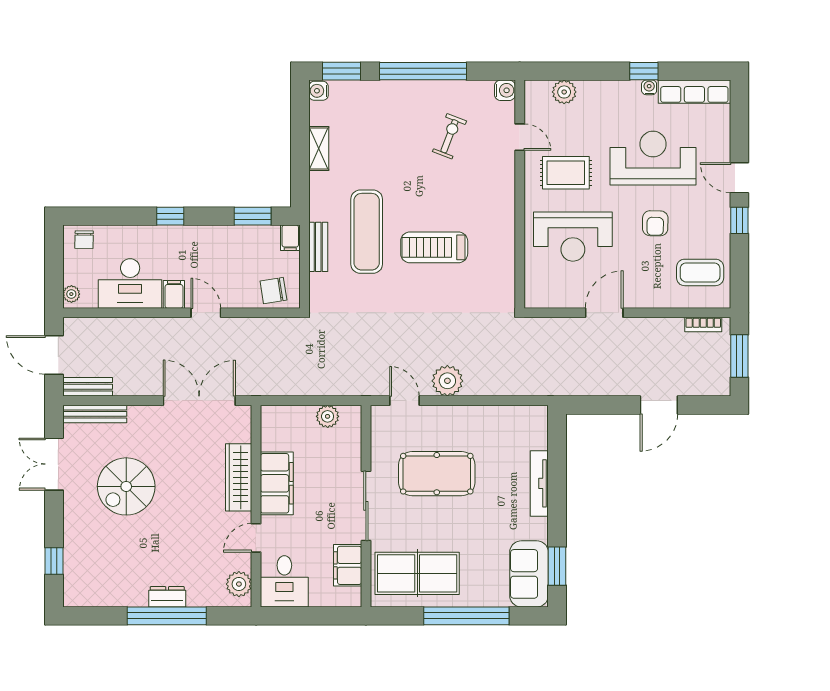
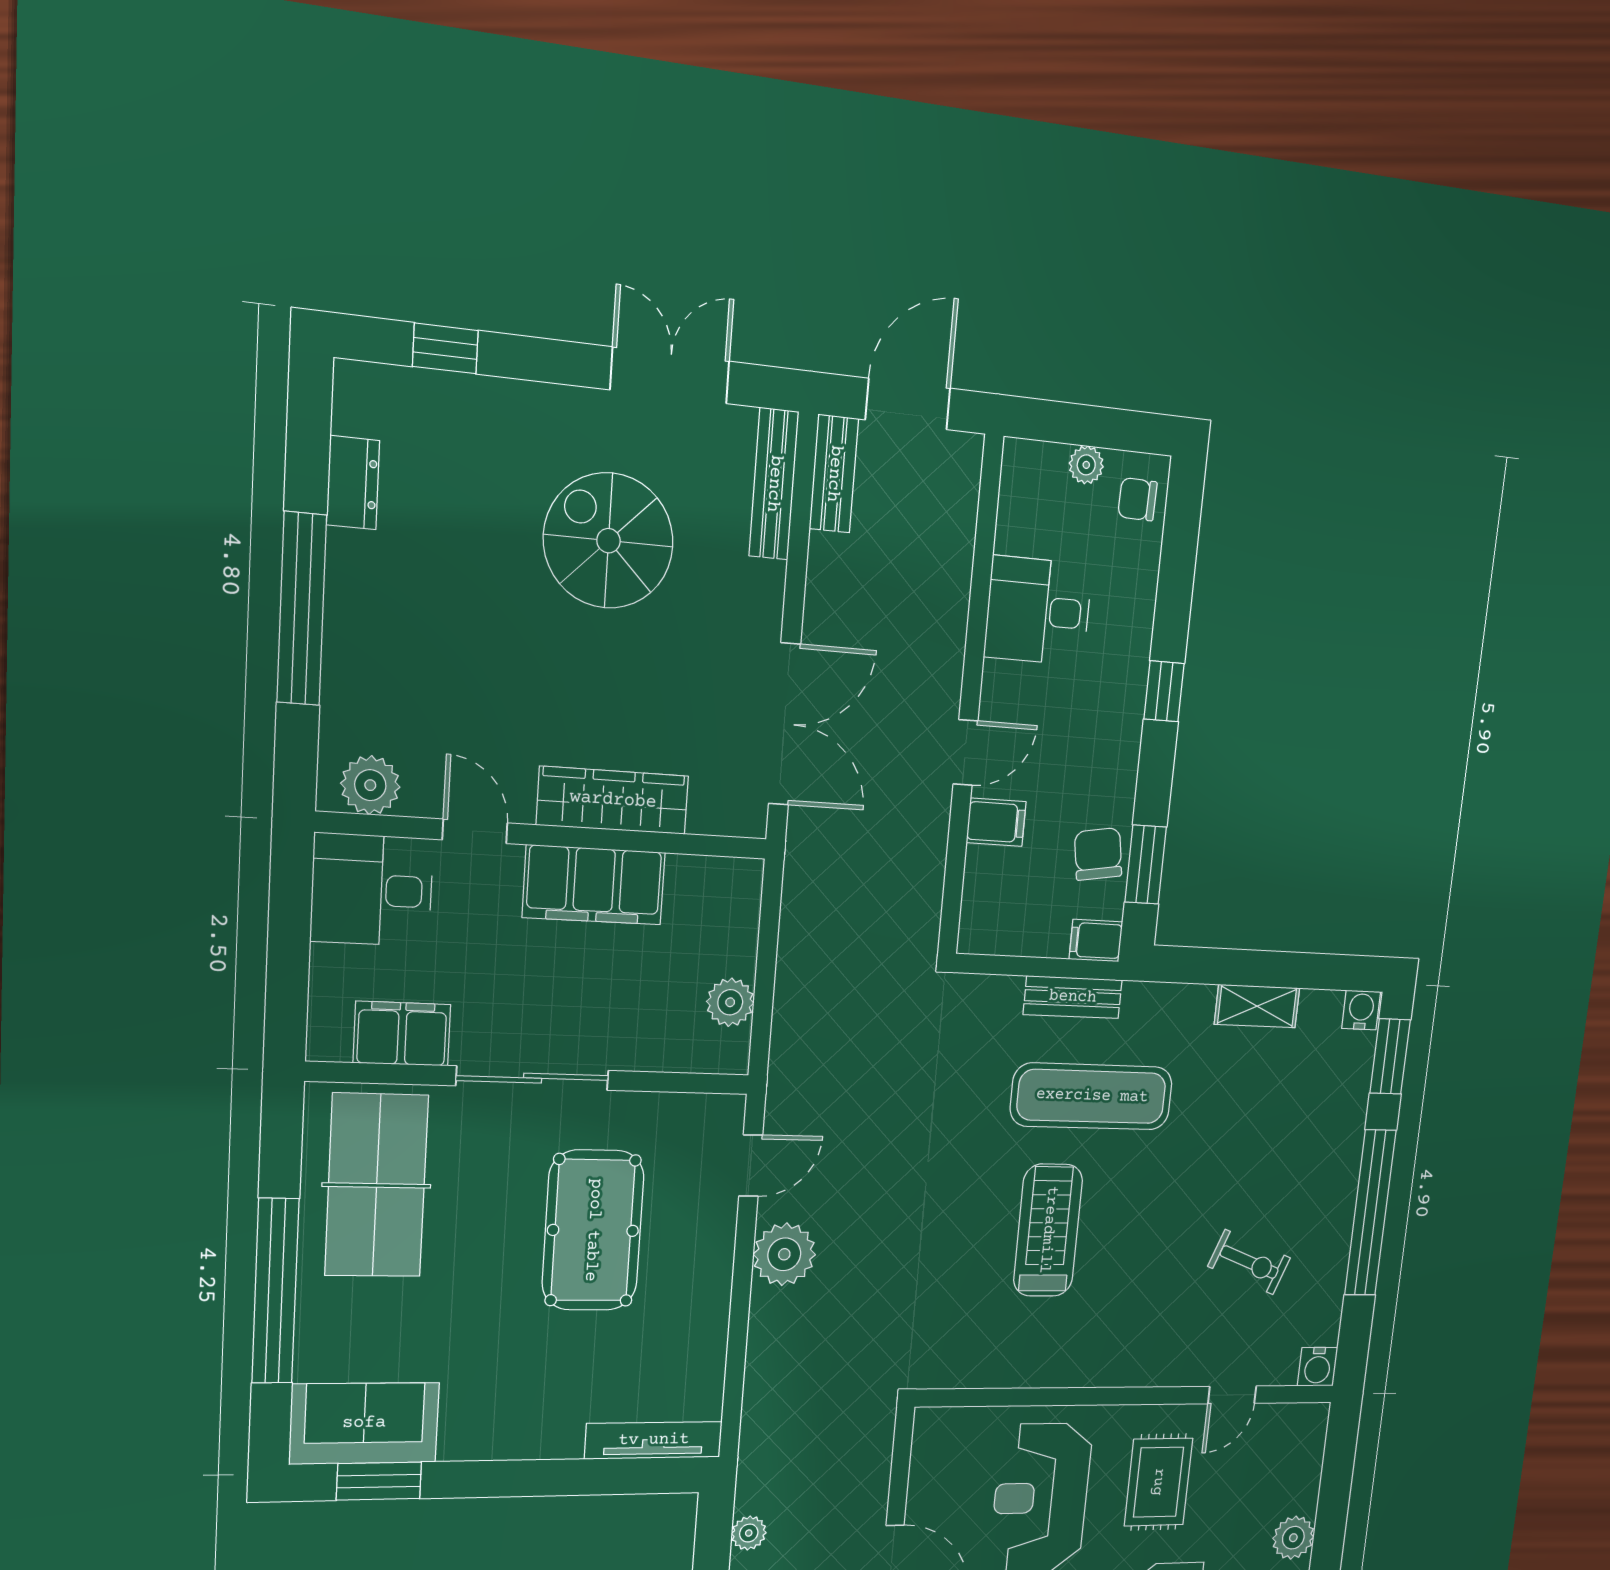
plant: (564, 92) -> (1293, 1538), moved
desk: (130, 284) -> (1038, 611), width x0.73
chair: (273, 291) -> (1098, 854), moved
plant: (71, 294) -> (1086, 465), moved
filing cabinet: (174, 294) -> (996, 822), moved
plant: (587, 387) -> (749, 1533), added
tv unit: (539, 483) -> (654, 1440), moved
dresser: (167, 597) -> (353, 483), moved

